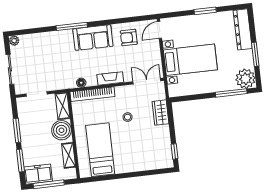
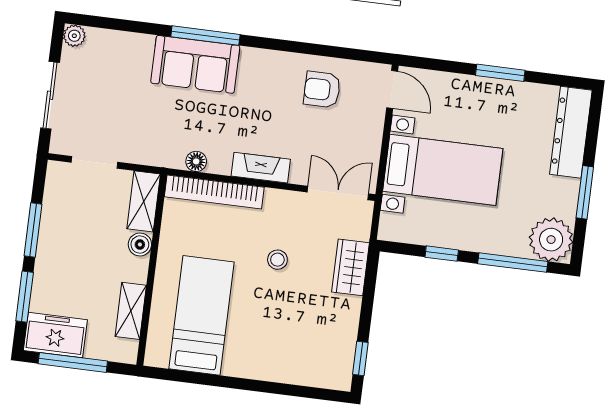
door: (160, 30) -> (392, 89), swing flipped
sofa: (93, 38) -> (195, 64), moved
window: (199, 97) -> (442, 254), added
boiler: (61, 130) -> (140, 244), width x0.54, depth x0.54

